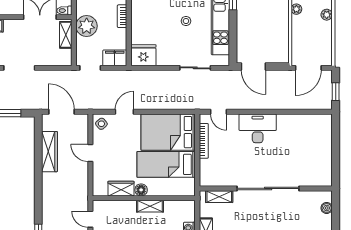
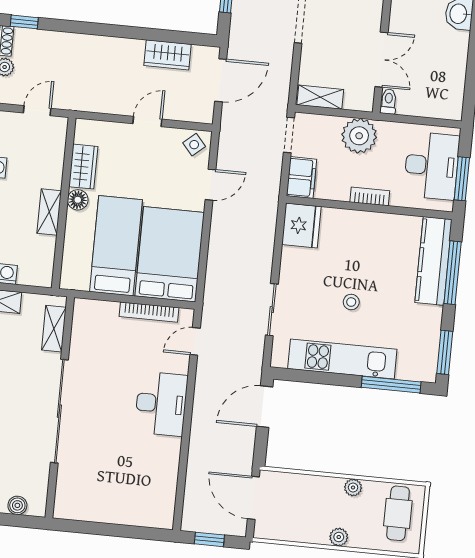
shelving: (66, 35) -> (320, 97), moved
door: (124, 112) -> (210, 185), hinge flipped
wardrobe: (49, 152) -> (168, 55), width x0.67

